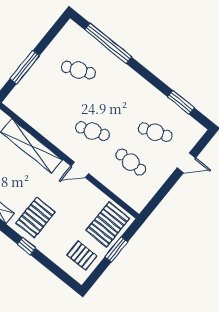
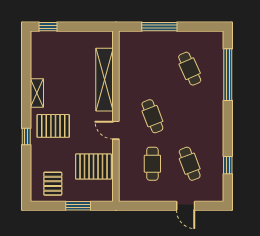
window: (181, 102) -> (228, 165), width x0.67
pallet: (108, 224) -> (94, 167), moved

